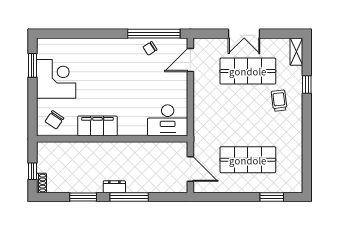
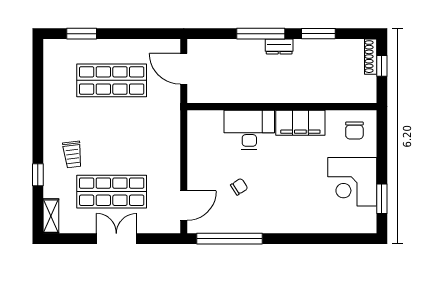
chair: (150, 48) -> (239, 187), moved
chair: (54, 120) -> (354, 130), turned 146
desk: (168, 120) -> (249, 130), moved
shoe rack: (41, 183) -> (371, 57), width x1.43

